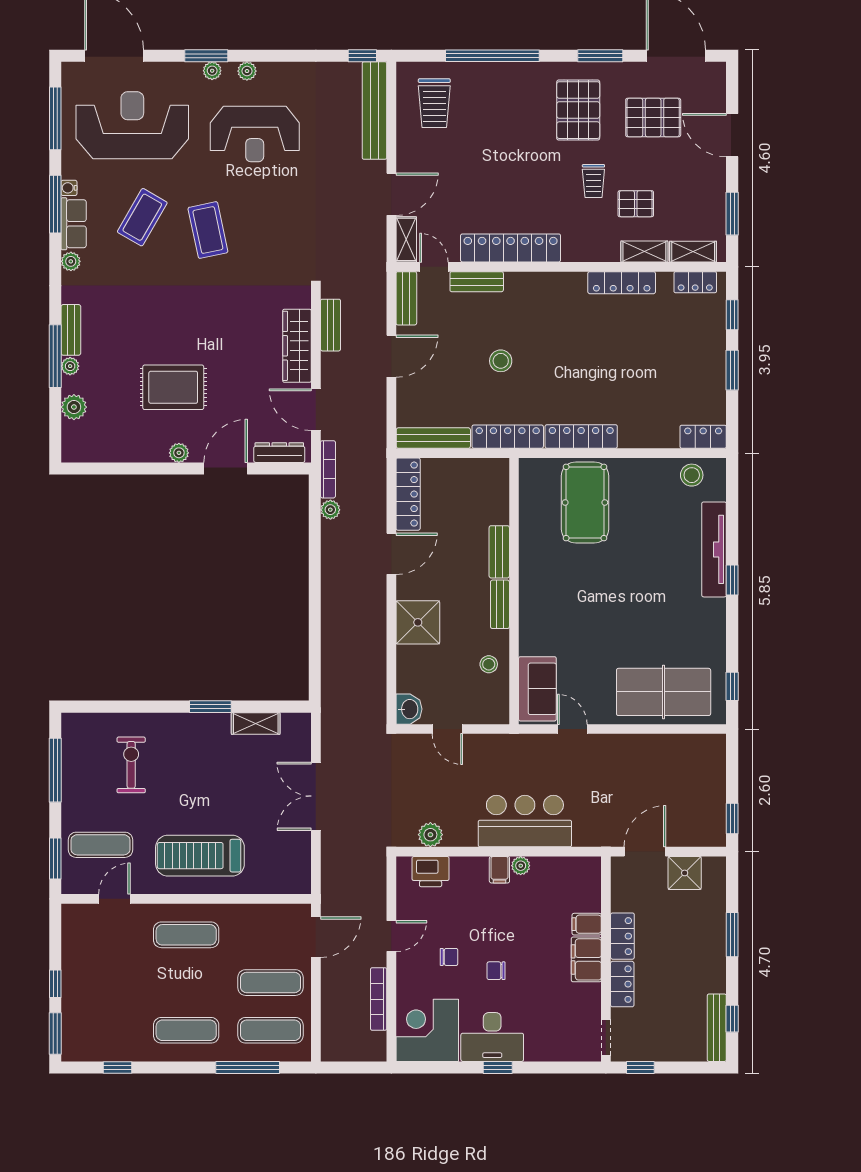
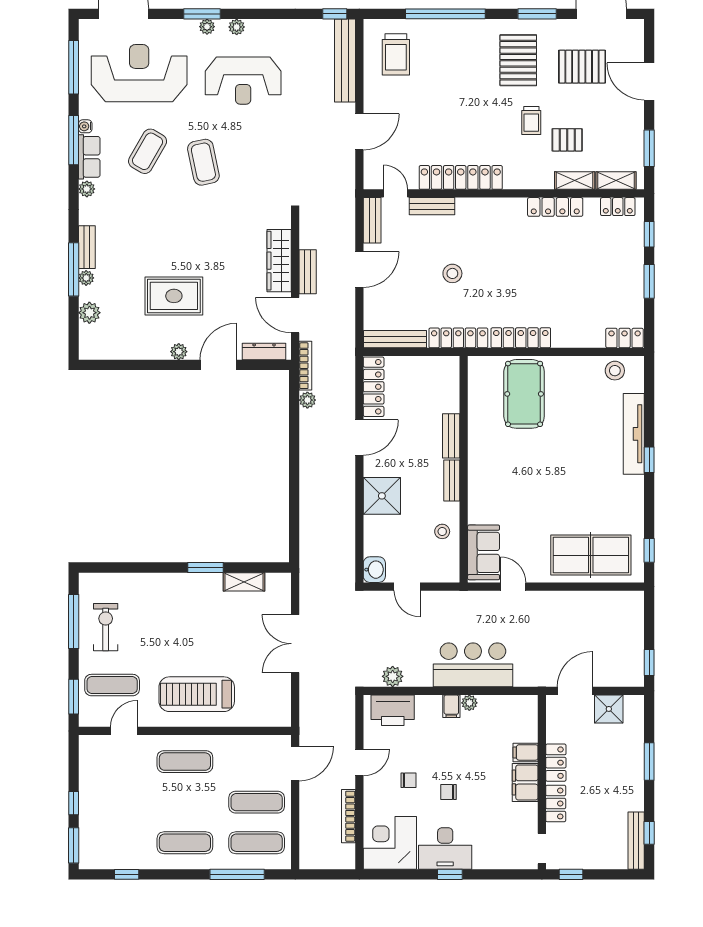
shelving: (406, 239) -> (372, 170), removed
bench: (331, 325) -> (308, 272), moved
exercise bike: (131, 765) -> (106, 627), moved
printer: (431, 872) -> (393, 710), width x1.37, depth x1.19

